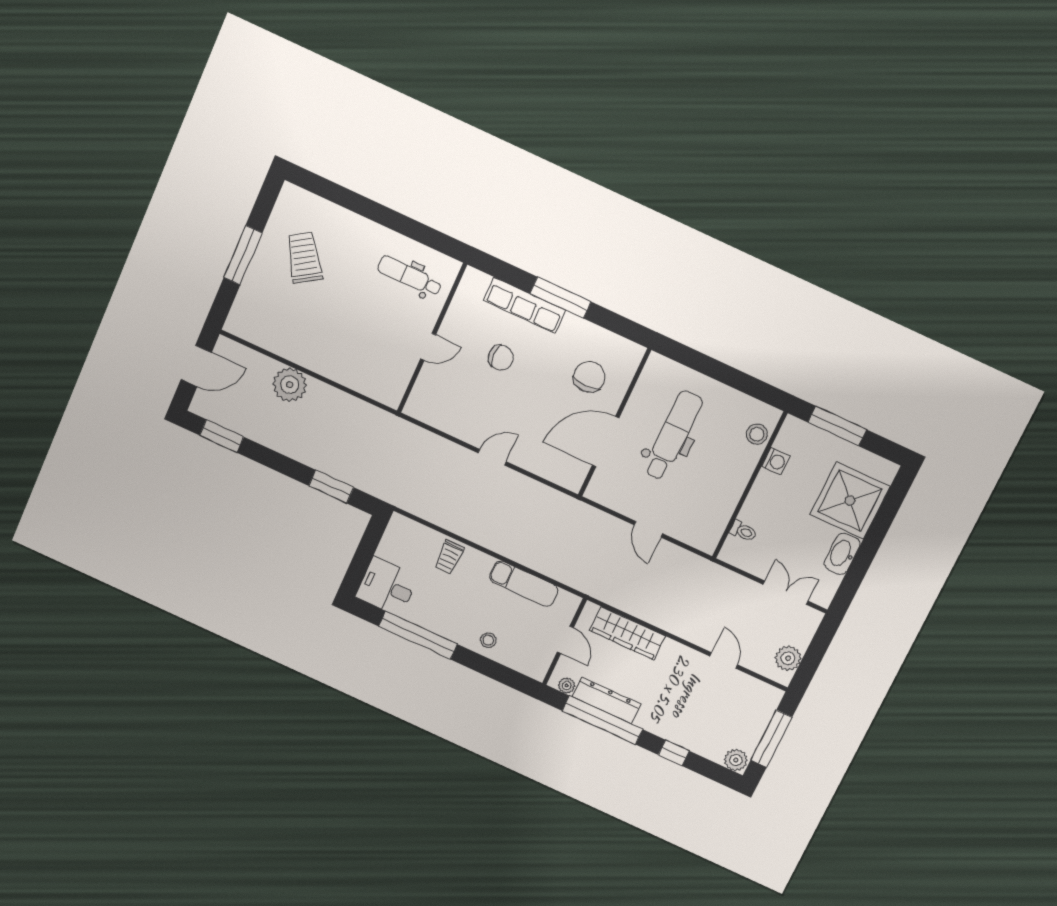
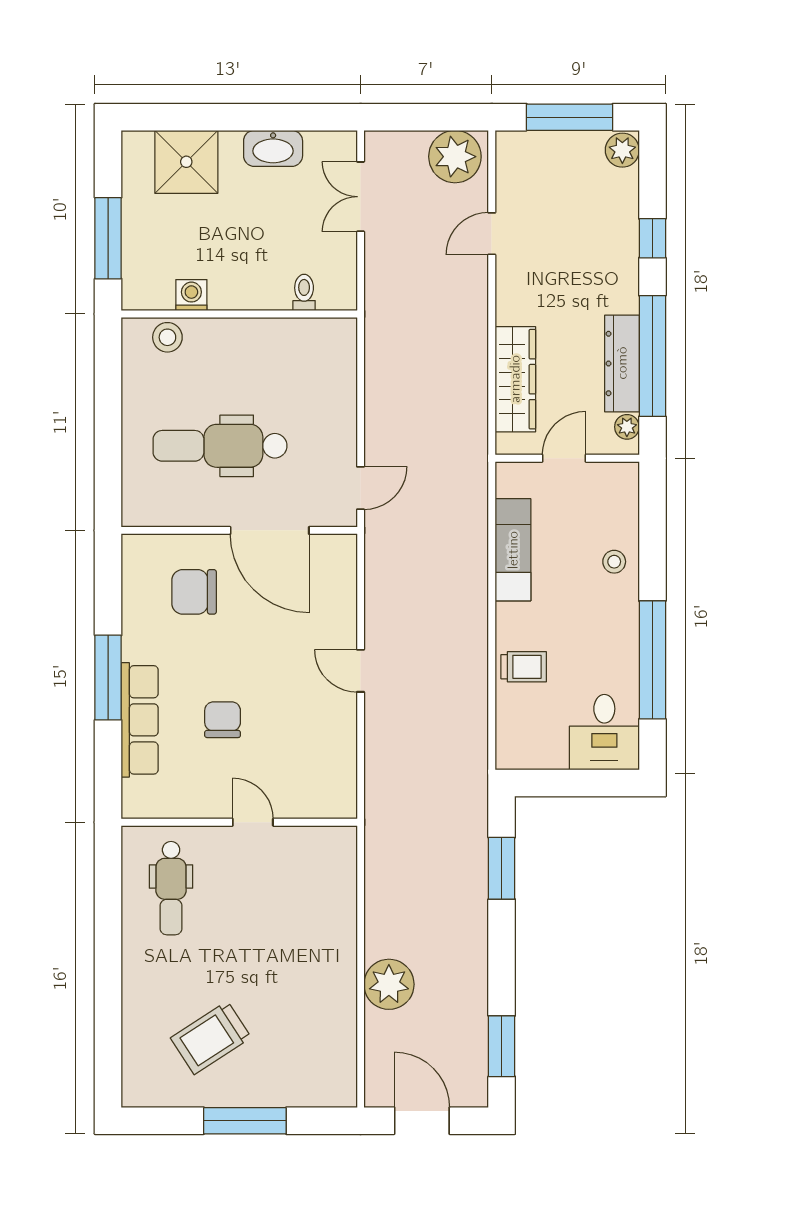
shower: (850, 501) -> (186, 162), width x0.73, depth x0.73
door: (648, 529) -> (361, 488), moved
plant: (788, 658) -> (455, 157), width x1.36, depth x1.36

